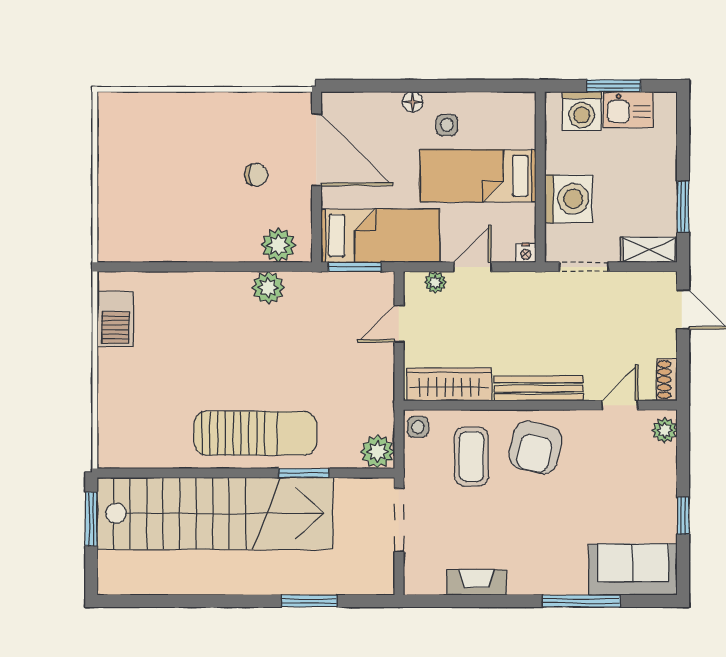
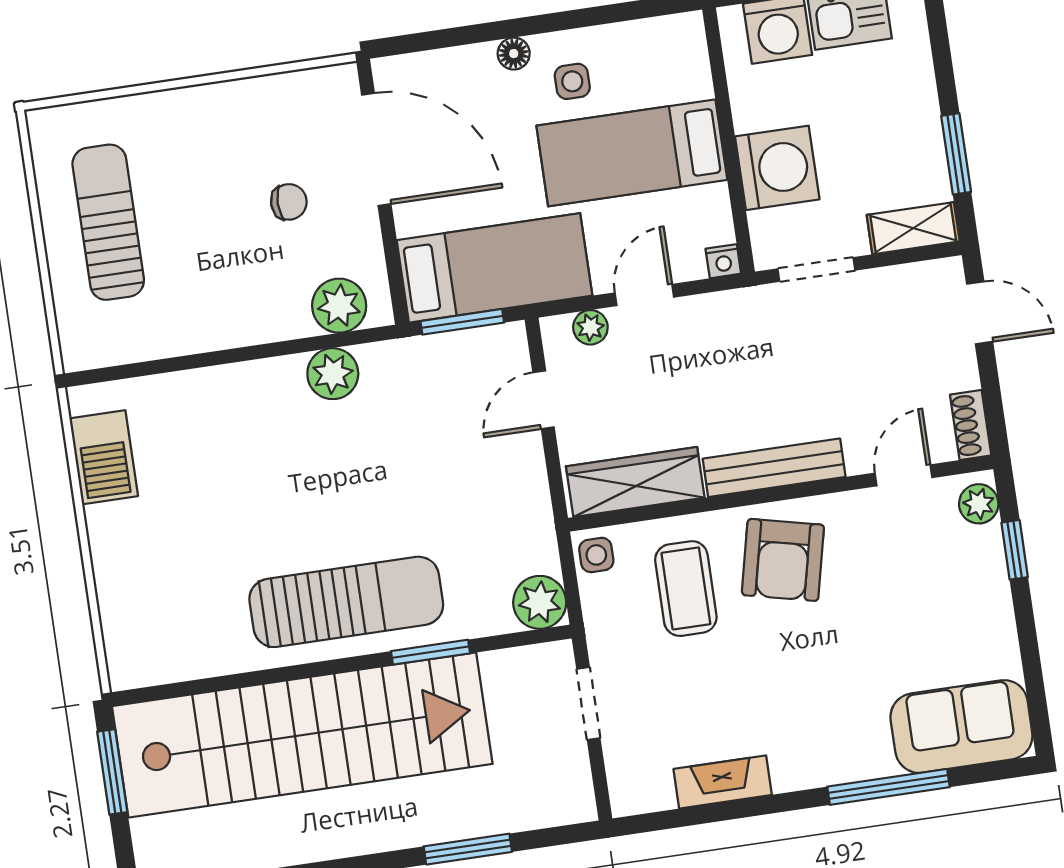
sun lounger: (140, 171) -> (108, 222), added
window: (683, 516) -> (1015, 550), moved
doorway: (399, 520) -> (588, 704), width x0.73

